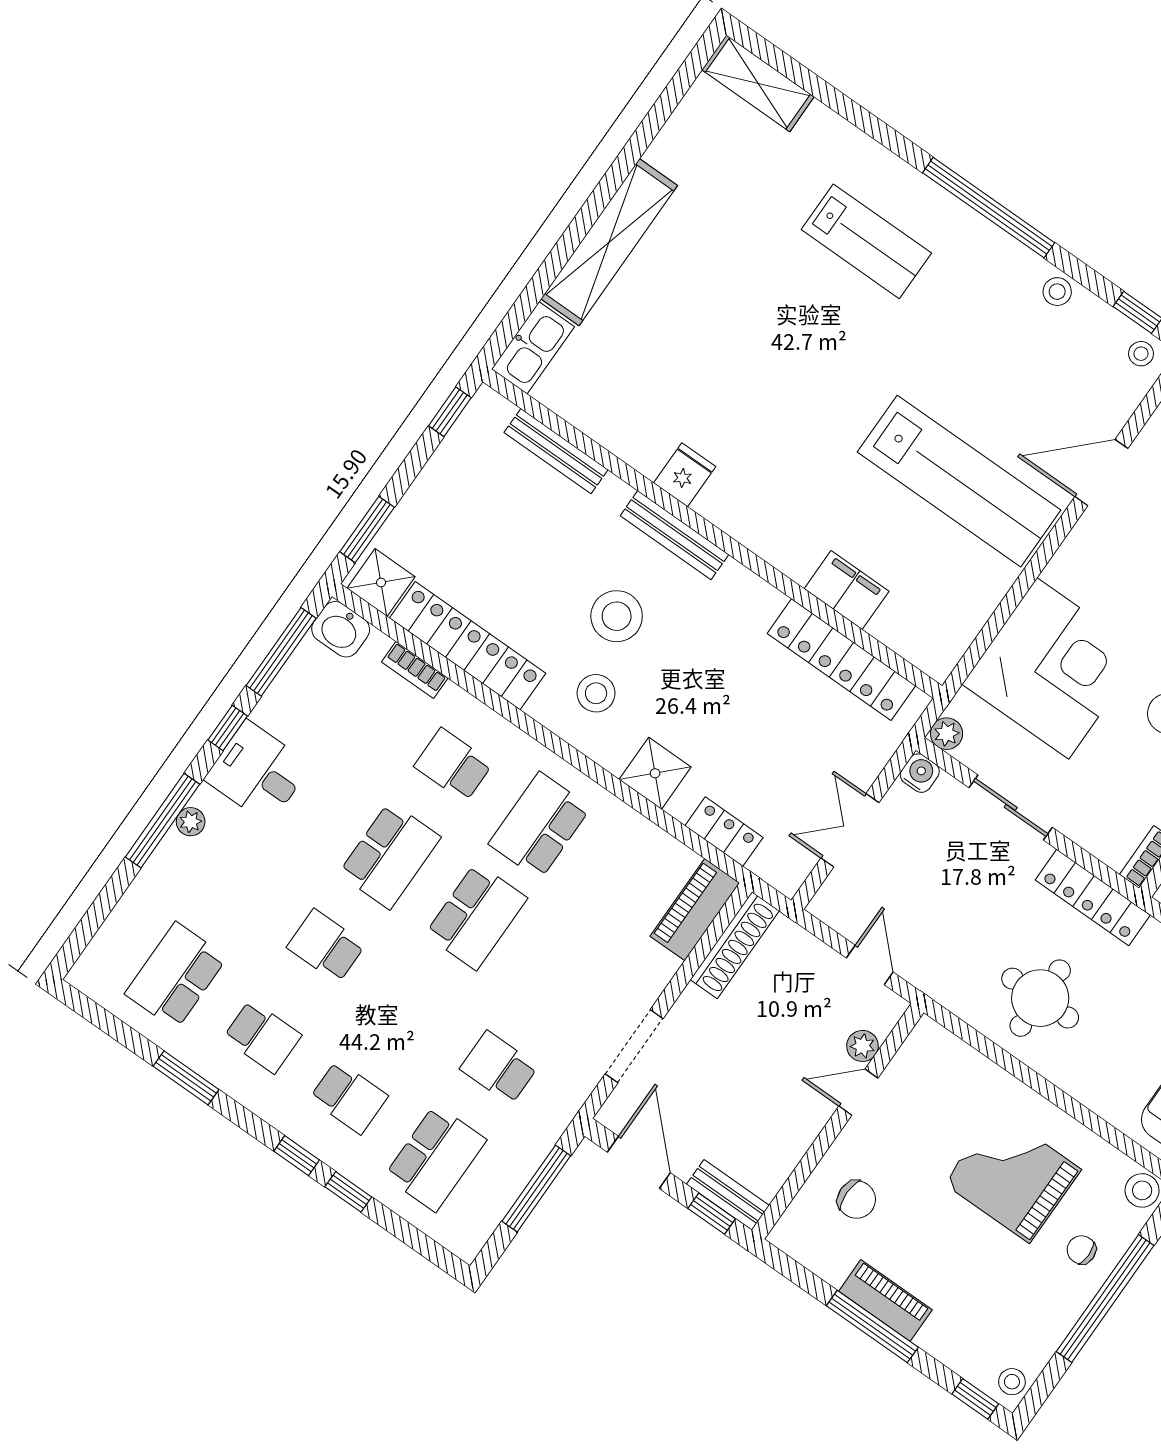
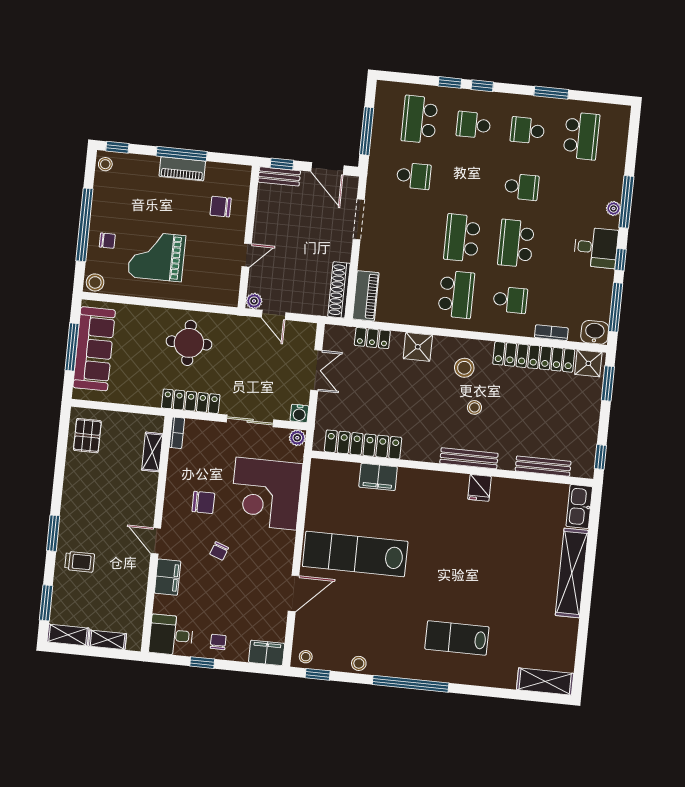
stool: (617, 616) -> (474, 407), width x0.53, depth x0.53
plant: (862, 1046) -> (254, 301), moved
grand piano: (1012, 1176) -> (157, 256), turned 180

